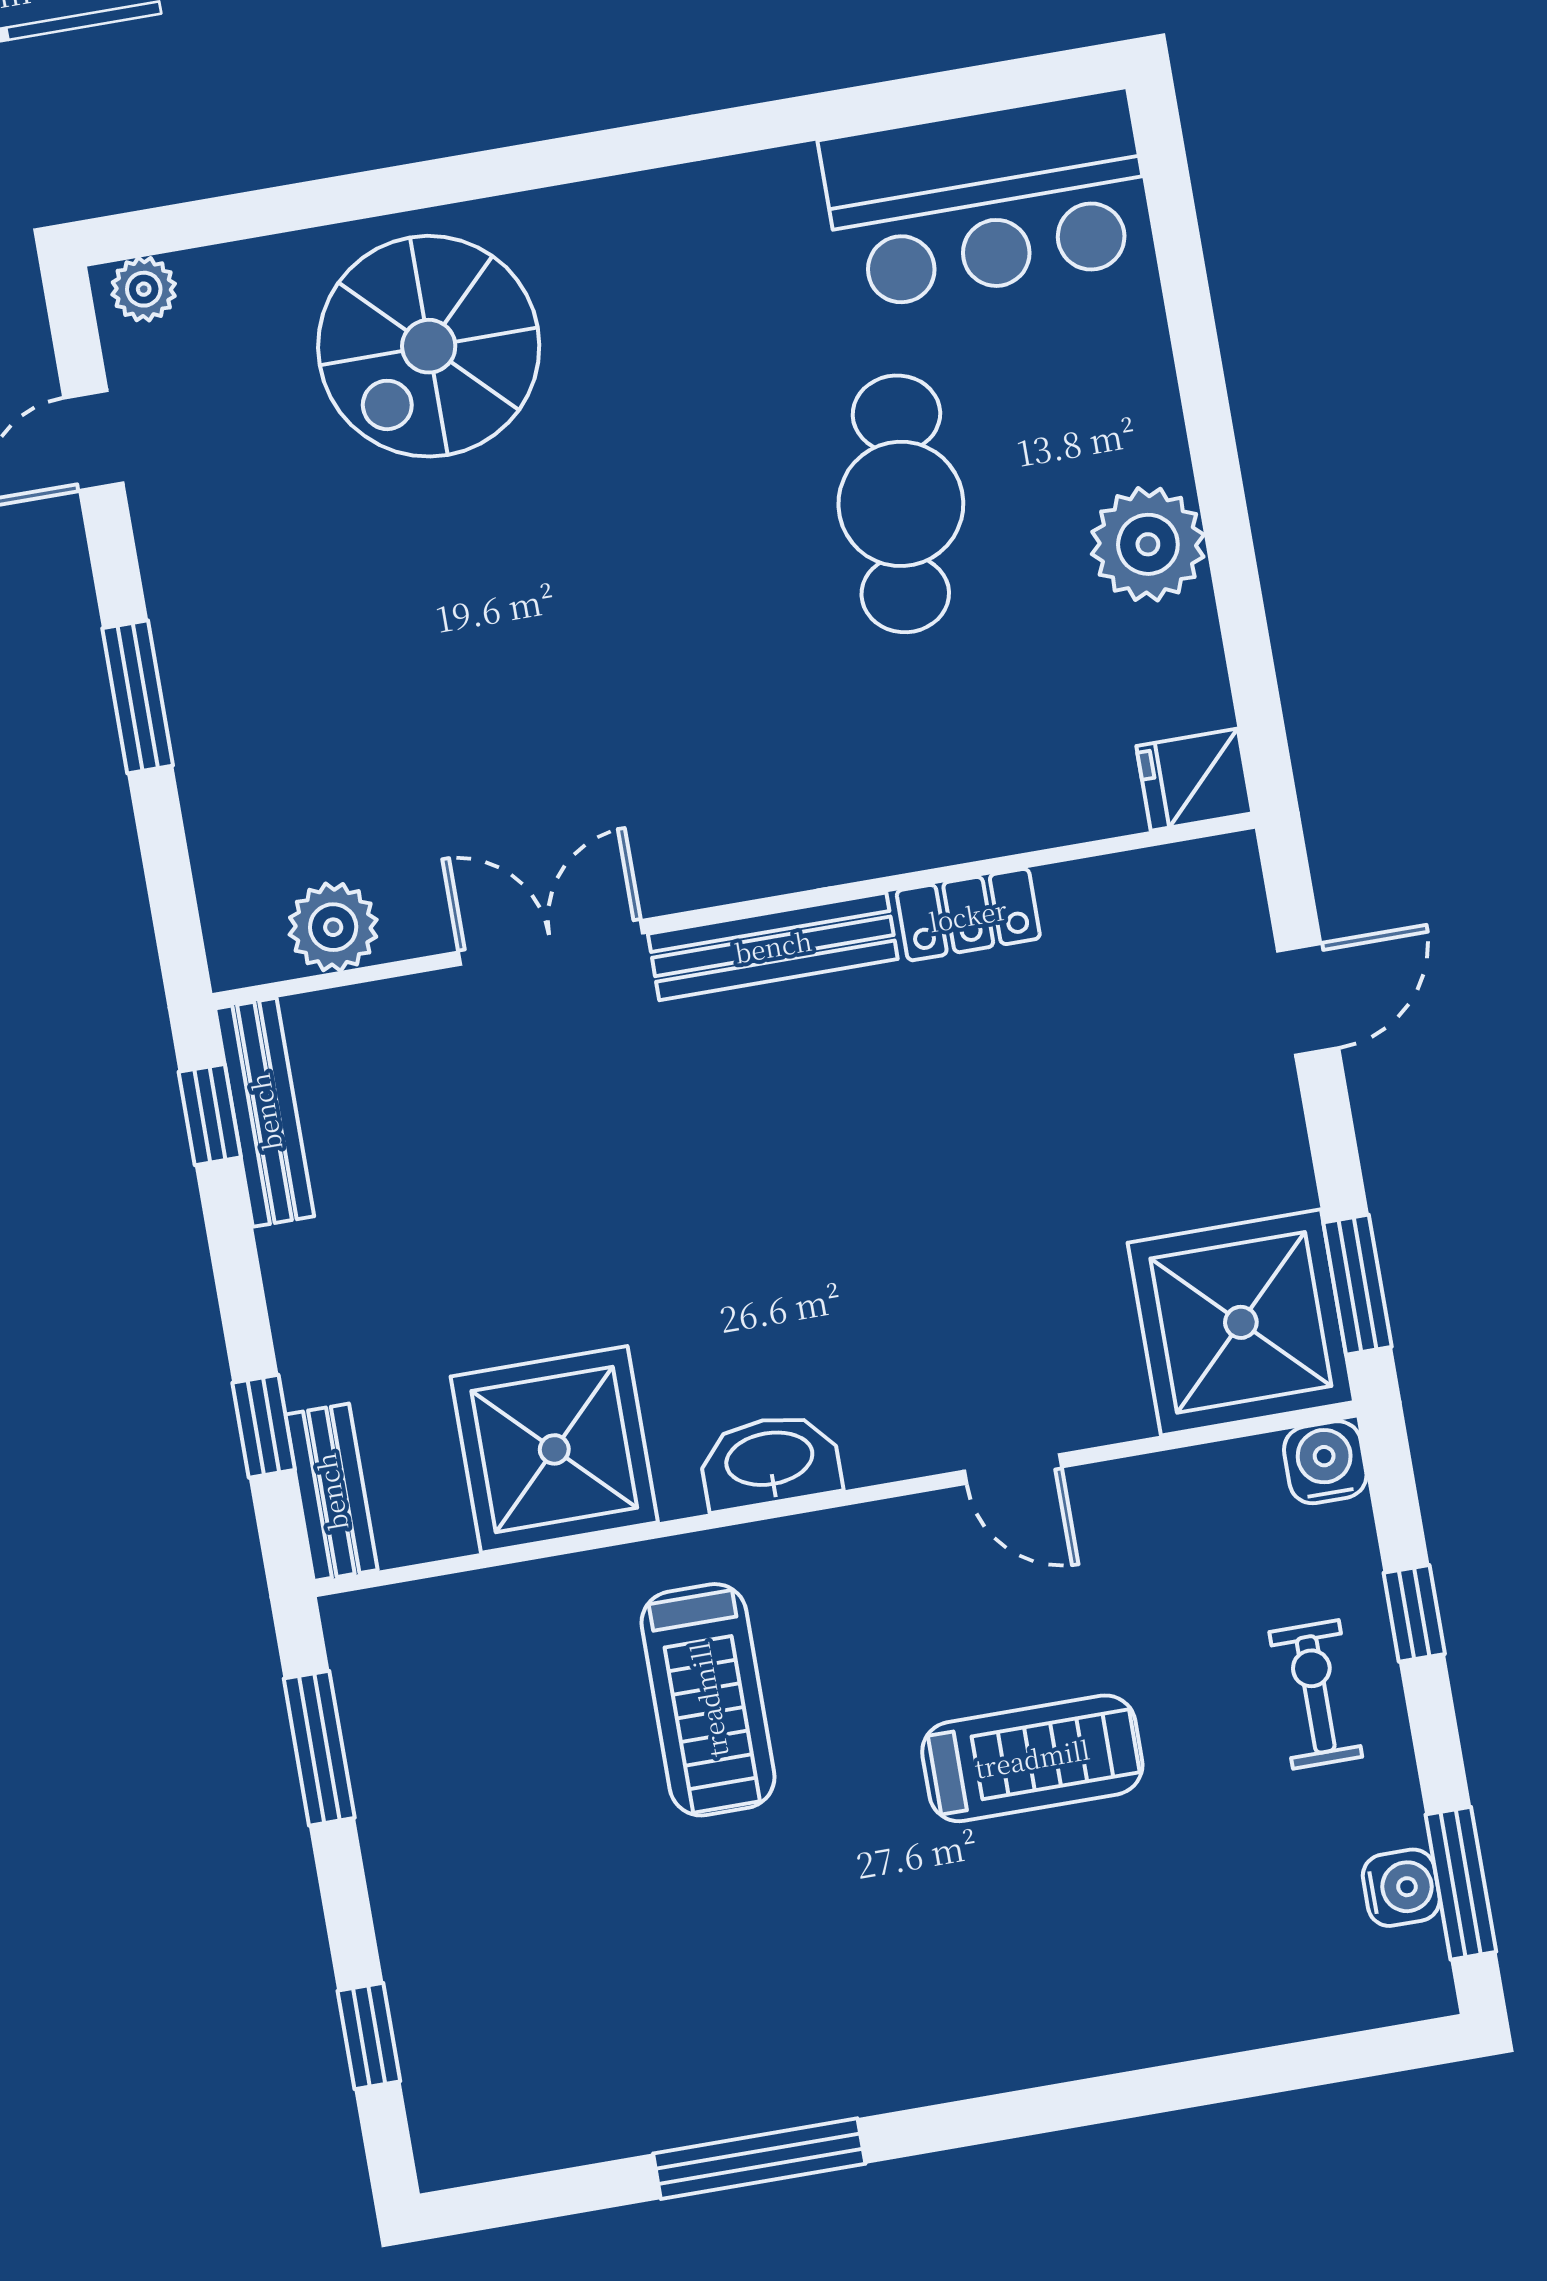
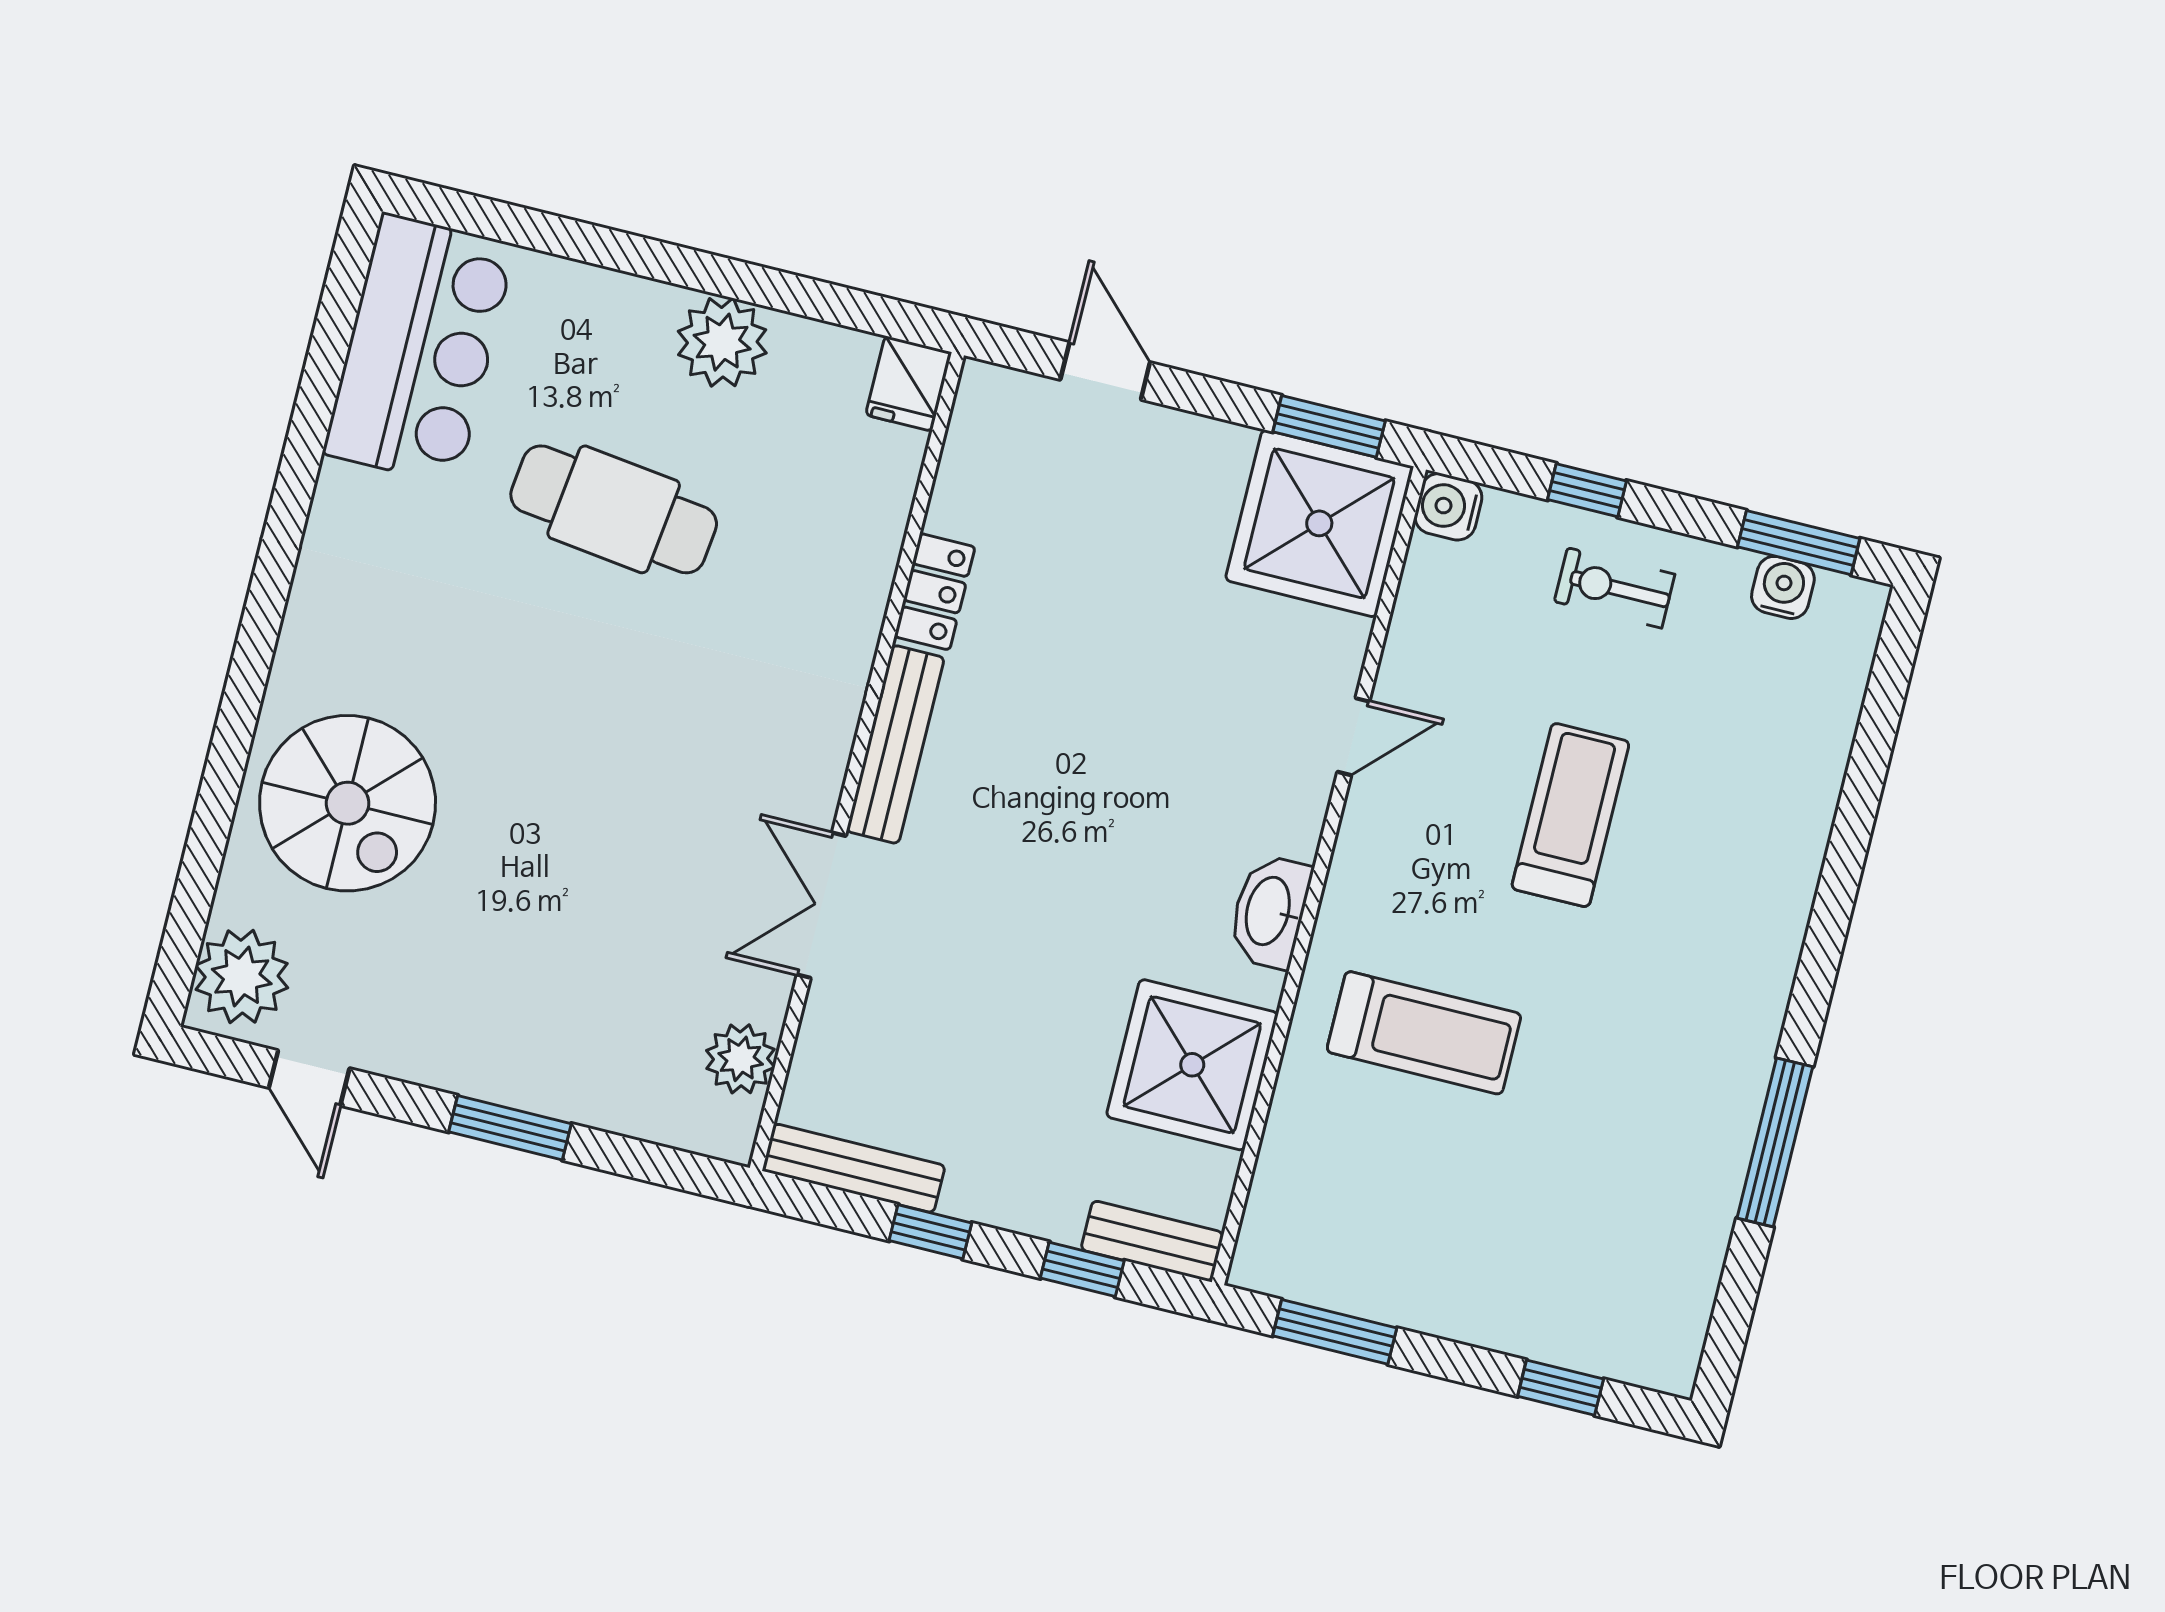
plant: (144, 289) -> (242, 977), width x1.88, depth x1.88
window: (210, 1115) -> (930, 1232), moved

